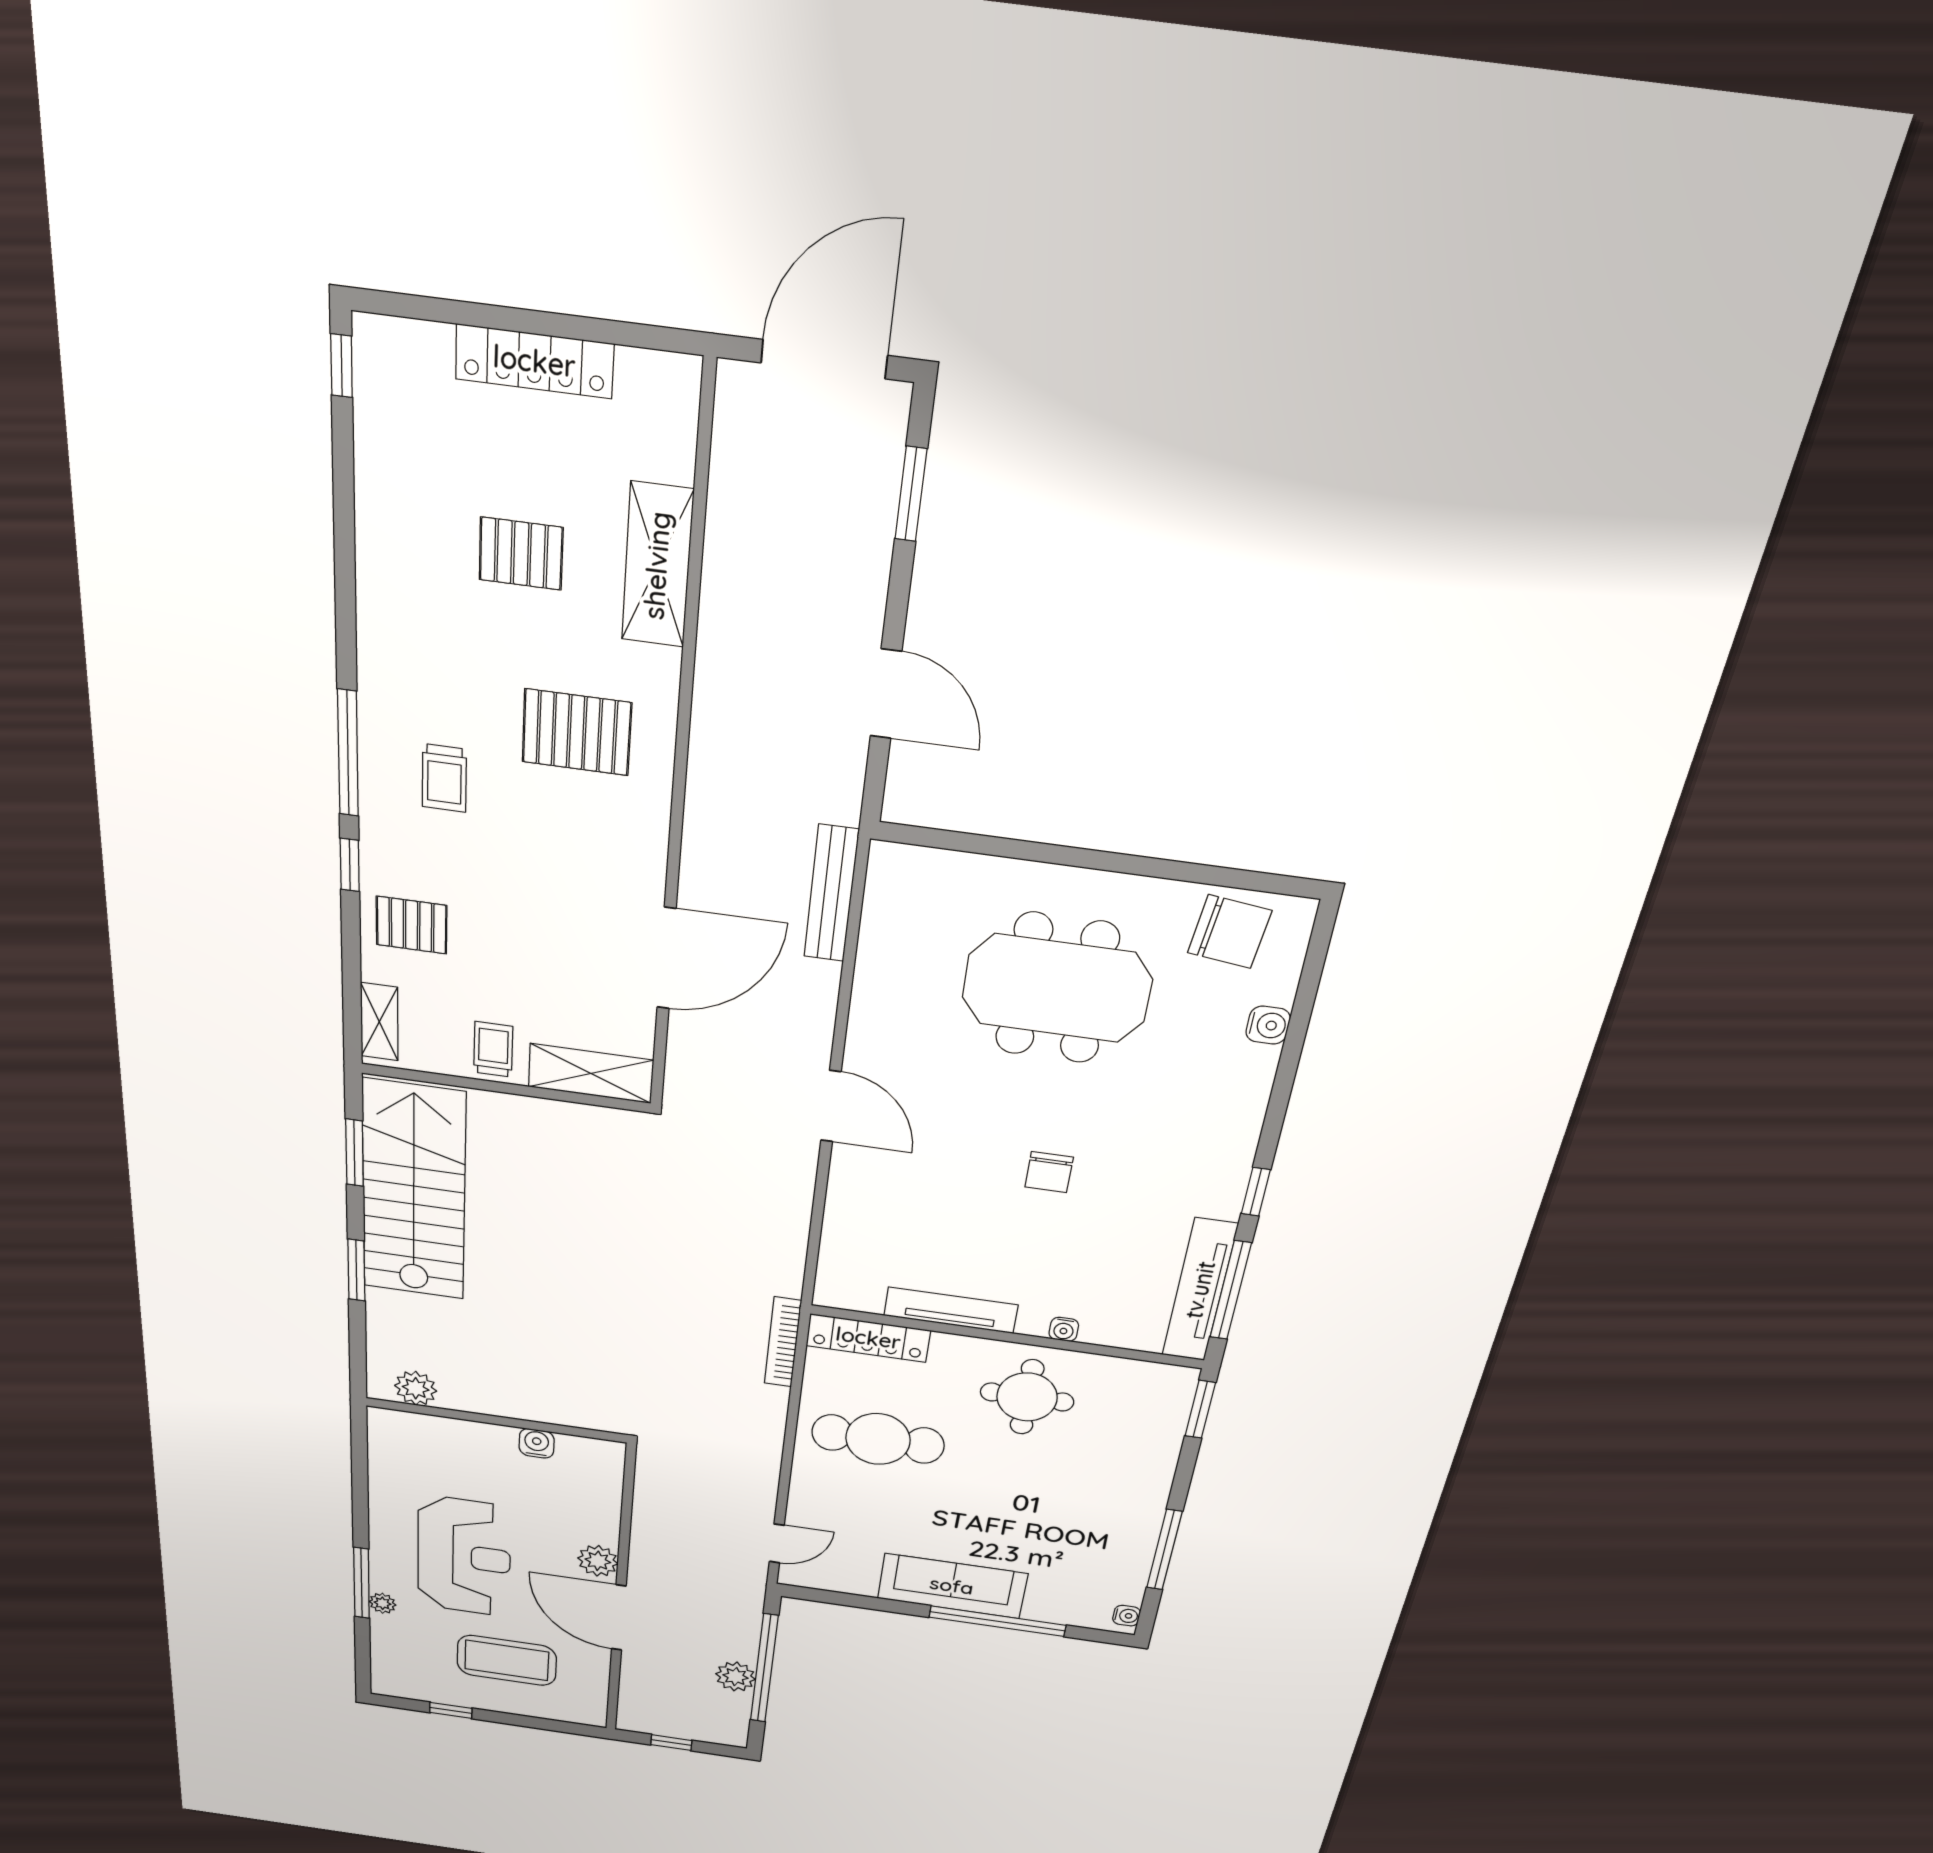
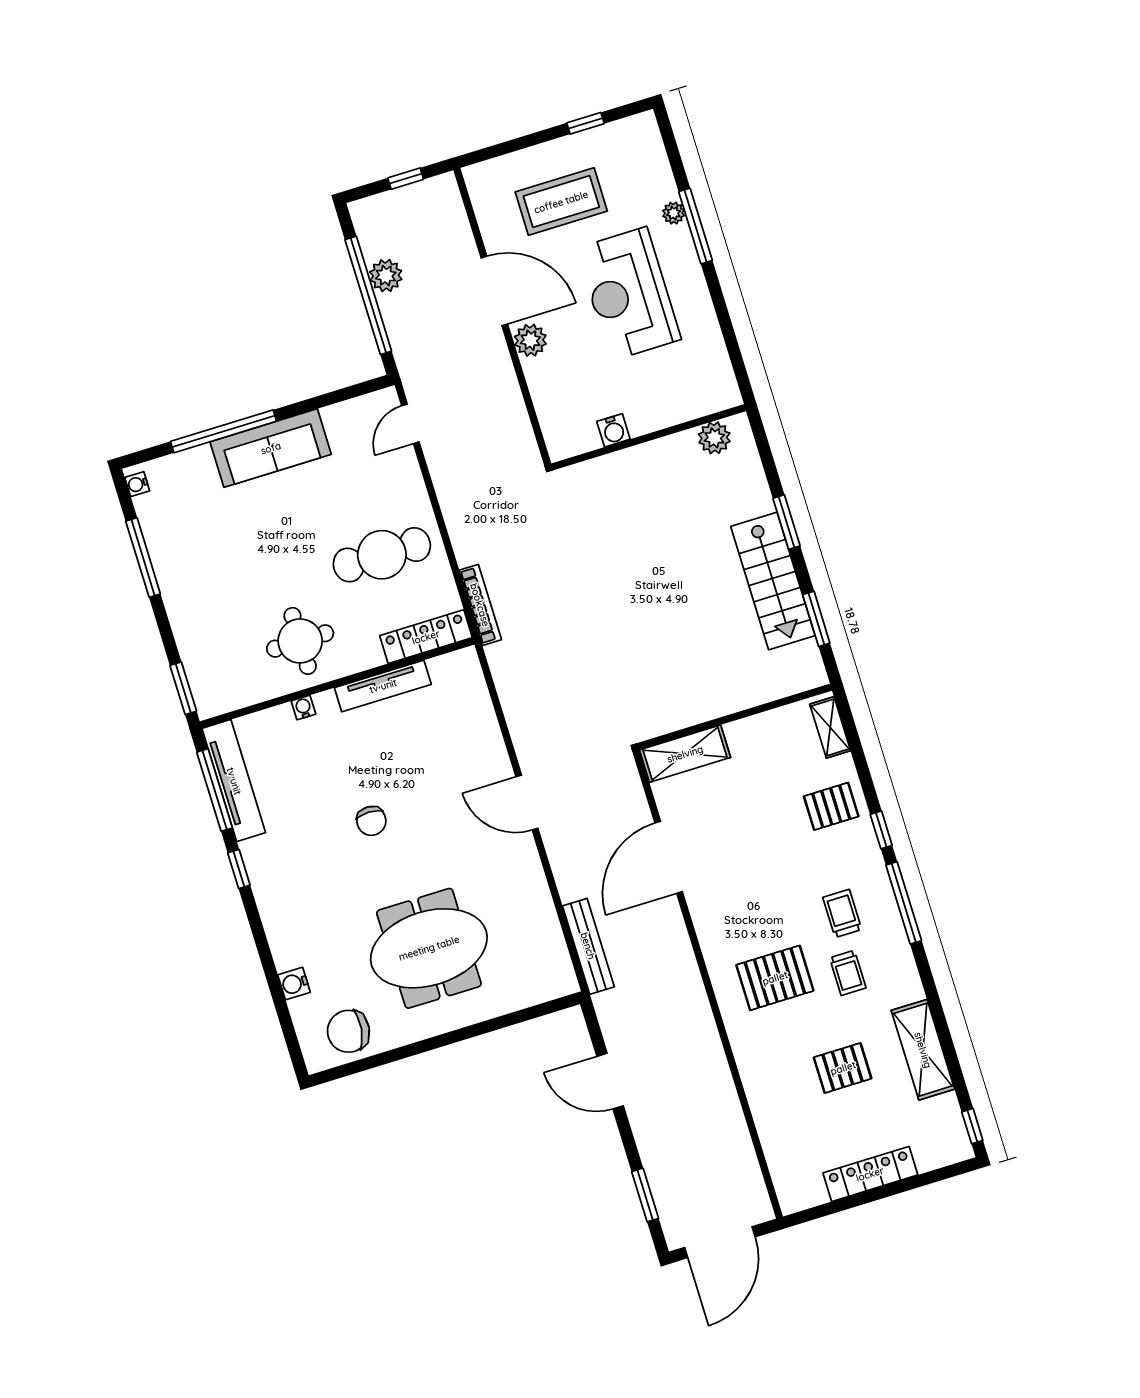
shelving: (657, 565) -> (923, 1050), moved
trolley: (493, 1049) -> (848, 973), moved
chair: (1049, 1172) -> (371, 821), turned 180
stairs: (414, 1191) -> (773, 581), width x0.73, depth x0.66

